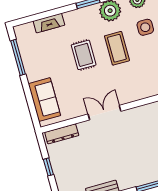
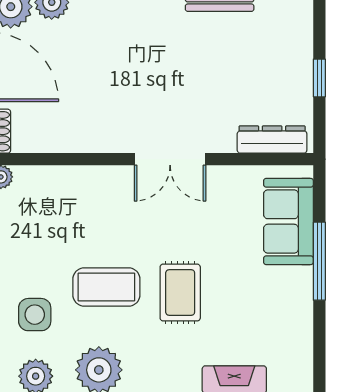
coffee table: (117, 48) -> (106, 287), turned 90
window: (18, 57) -> (319, 261), moved

